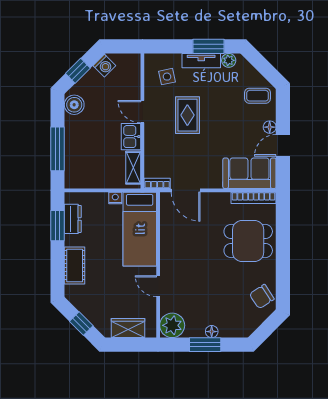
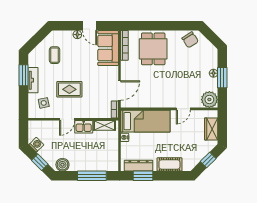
plant: (229, 60) -> (33, 62), removed
coffee table: (258, 96) -> (55, 55), moved
dresser: (73, 219) -> (139, 166), width x1.44

